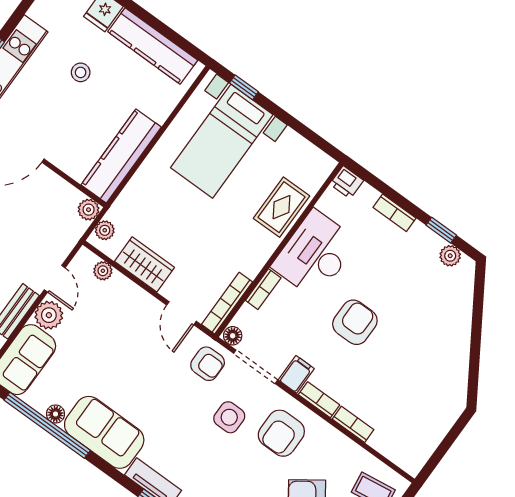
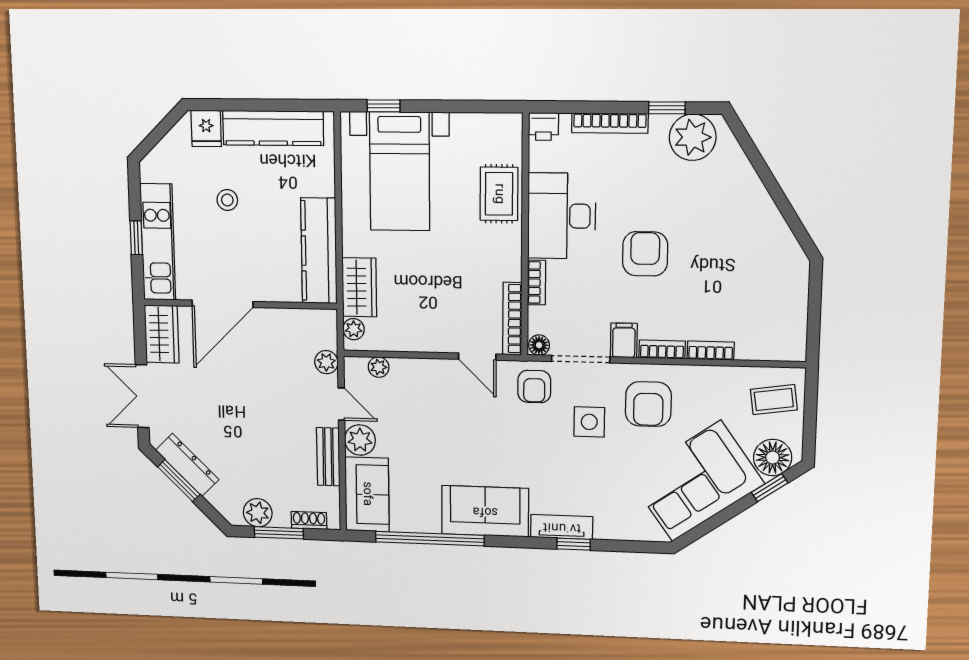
plant: (89, 210) -> (326, 362), moved
bookcase: (395, 213) -> (610, 123), width x1.56
plant: (450, 256) -> (693, 137), width x1.87, depth x1.87
wardrobe: (144, 264) -> (359, 287), moved, turned 90
armchair: (208, 364) -> (534, 386), turned 90
floor lamp: (56, 414) -> (430, 524), removed

